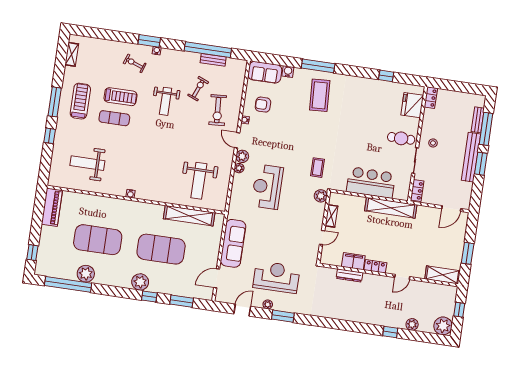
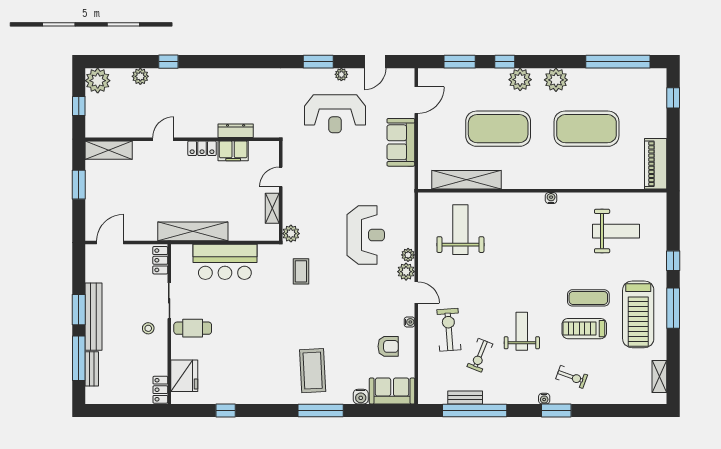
treadmill: (80, 101) -> (638, 314), width x1.37, depth x1.38
sofa: (233, 243) -> (401, 142), width x0.73
plant: (86, 274) -> (556, 80), moved

